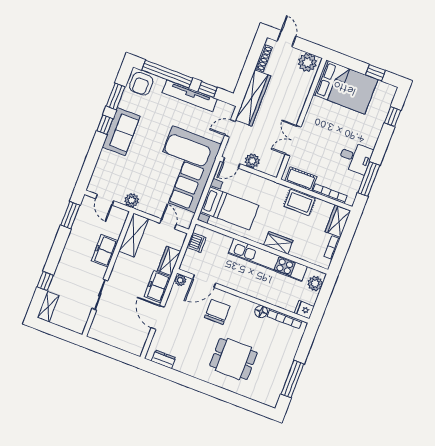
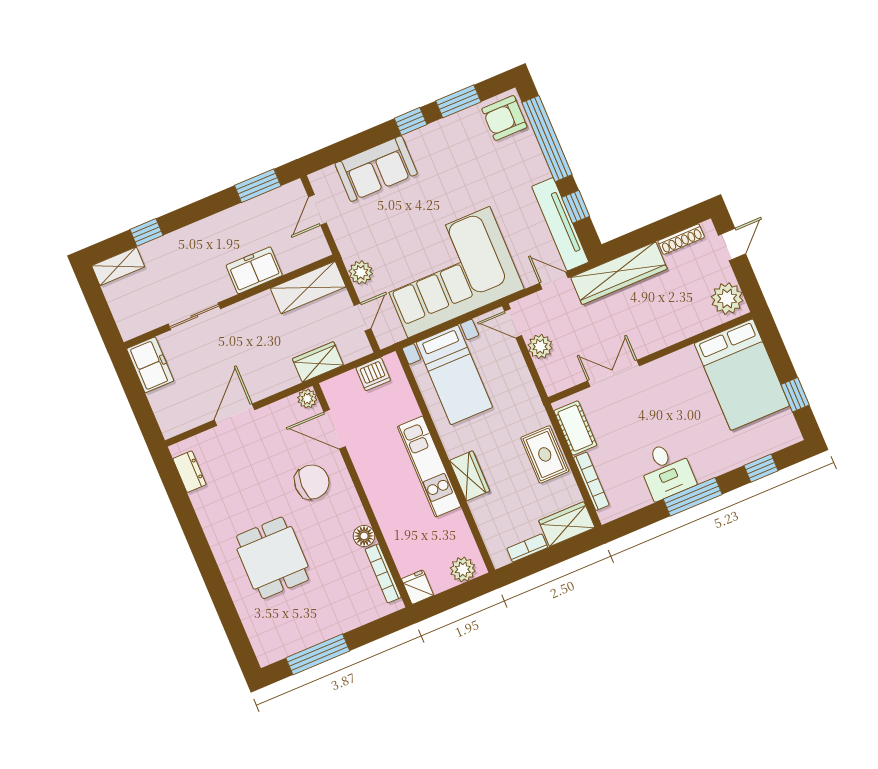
tv unit: (190, 96) -> (560, 224), moved
sofa: (121, 132) -> (376, 169), moved
window: (369, 179) -> (693, 497), moved
plant: (132, 200) -> (361, 272), moved
kitchen unit: (268, 260) -> (429, 467), width x0.73
freezer: (157, 287) -> (150, 365), moved, turned 90

